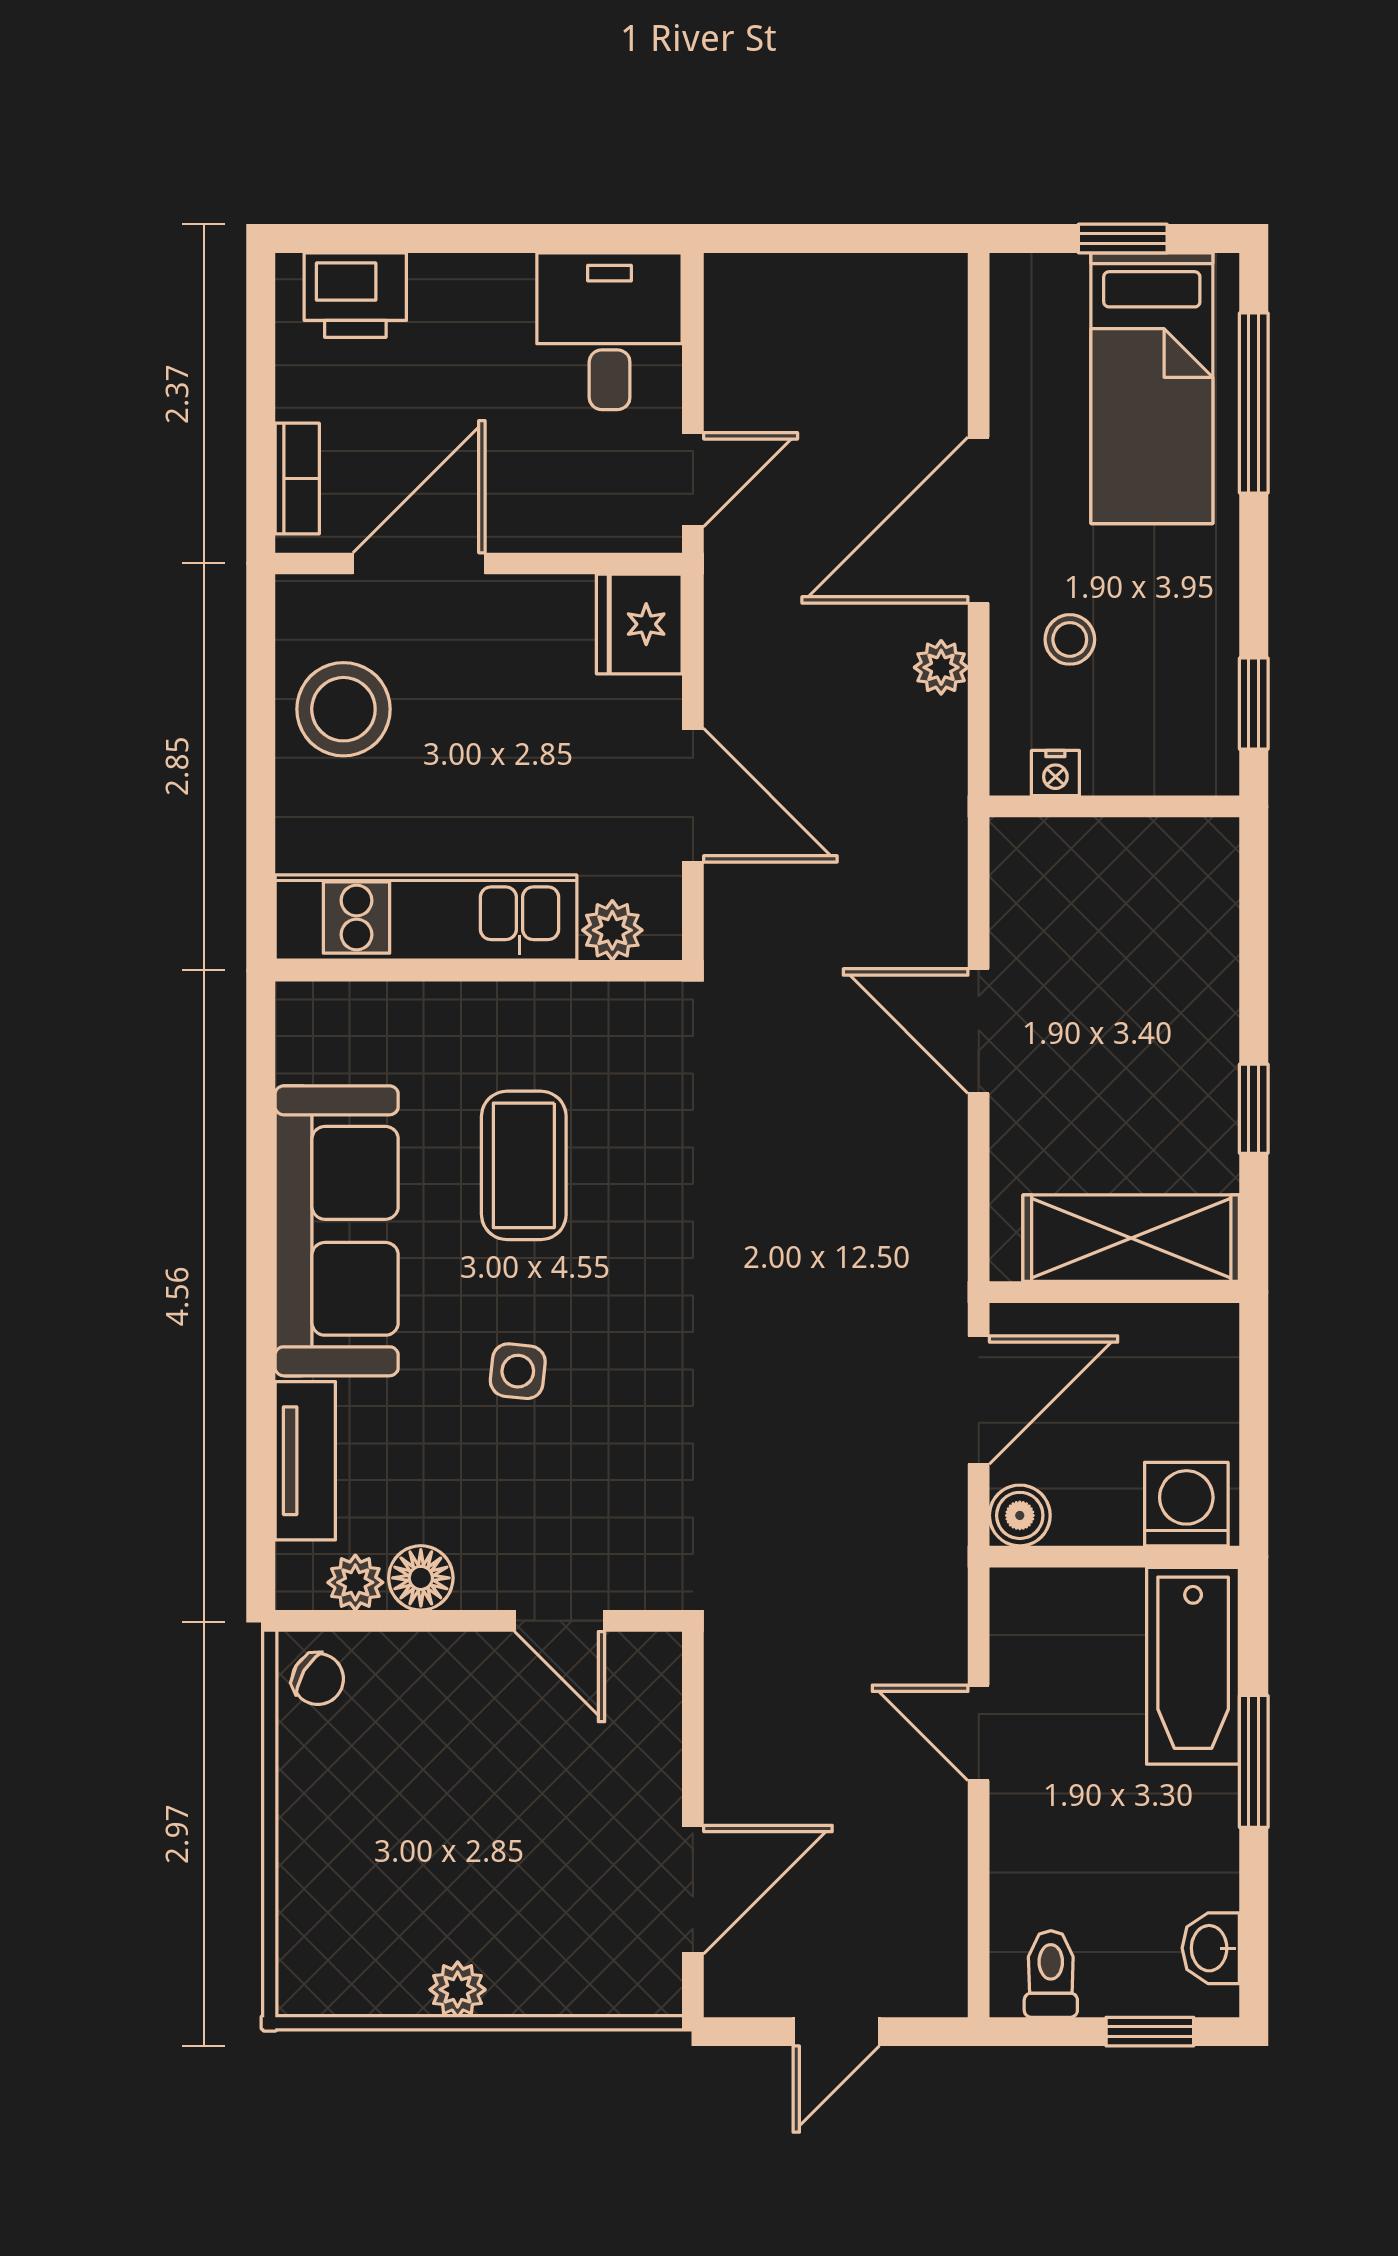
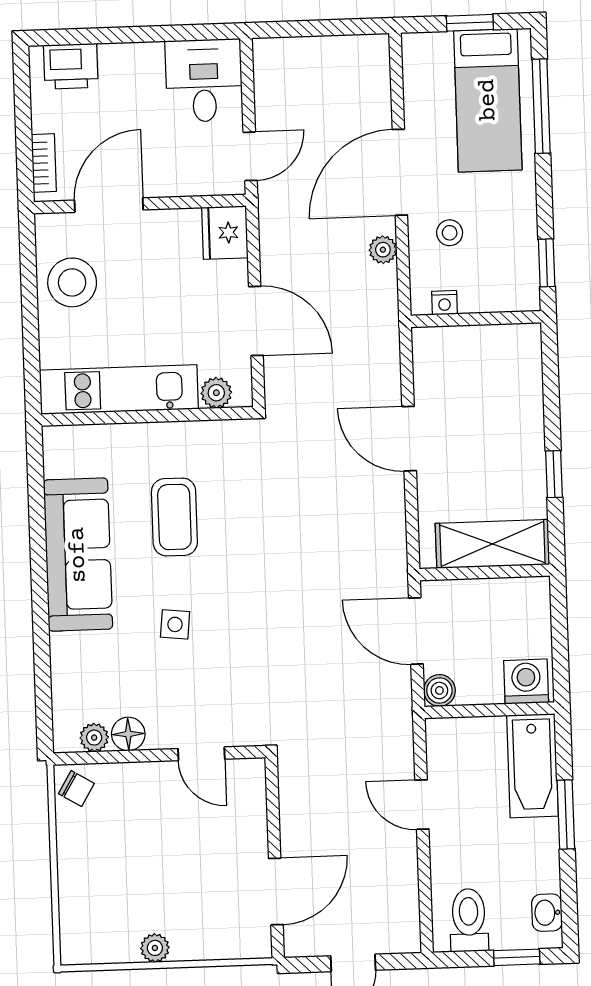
door: (979, 1400) -> (416, 631), swing flipped
tv unit: (305, 1461) -> (66, 675), removed
toilet: (1051, 1974) -> (469, 920), width x1.37, depth x1.39

